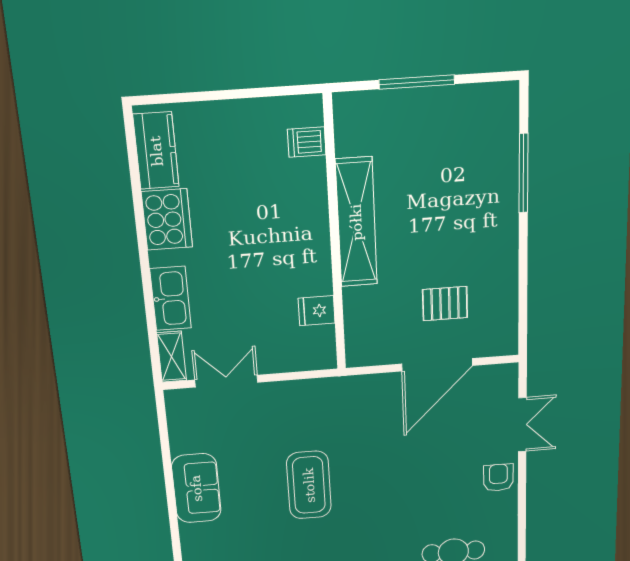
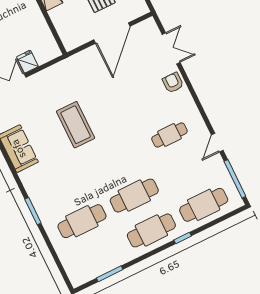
fridge: (317, 311) -> (27, 62), moved, turned 90

